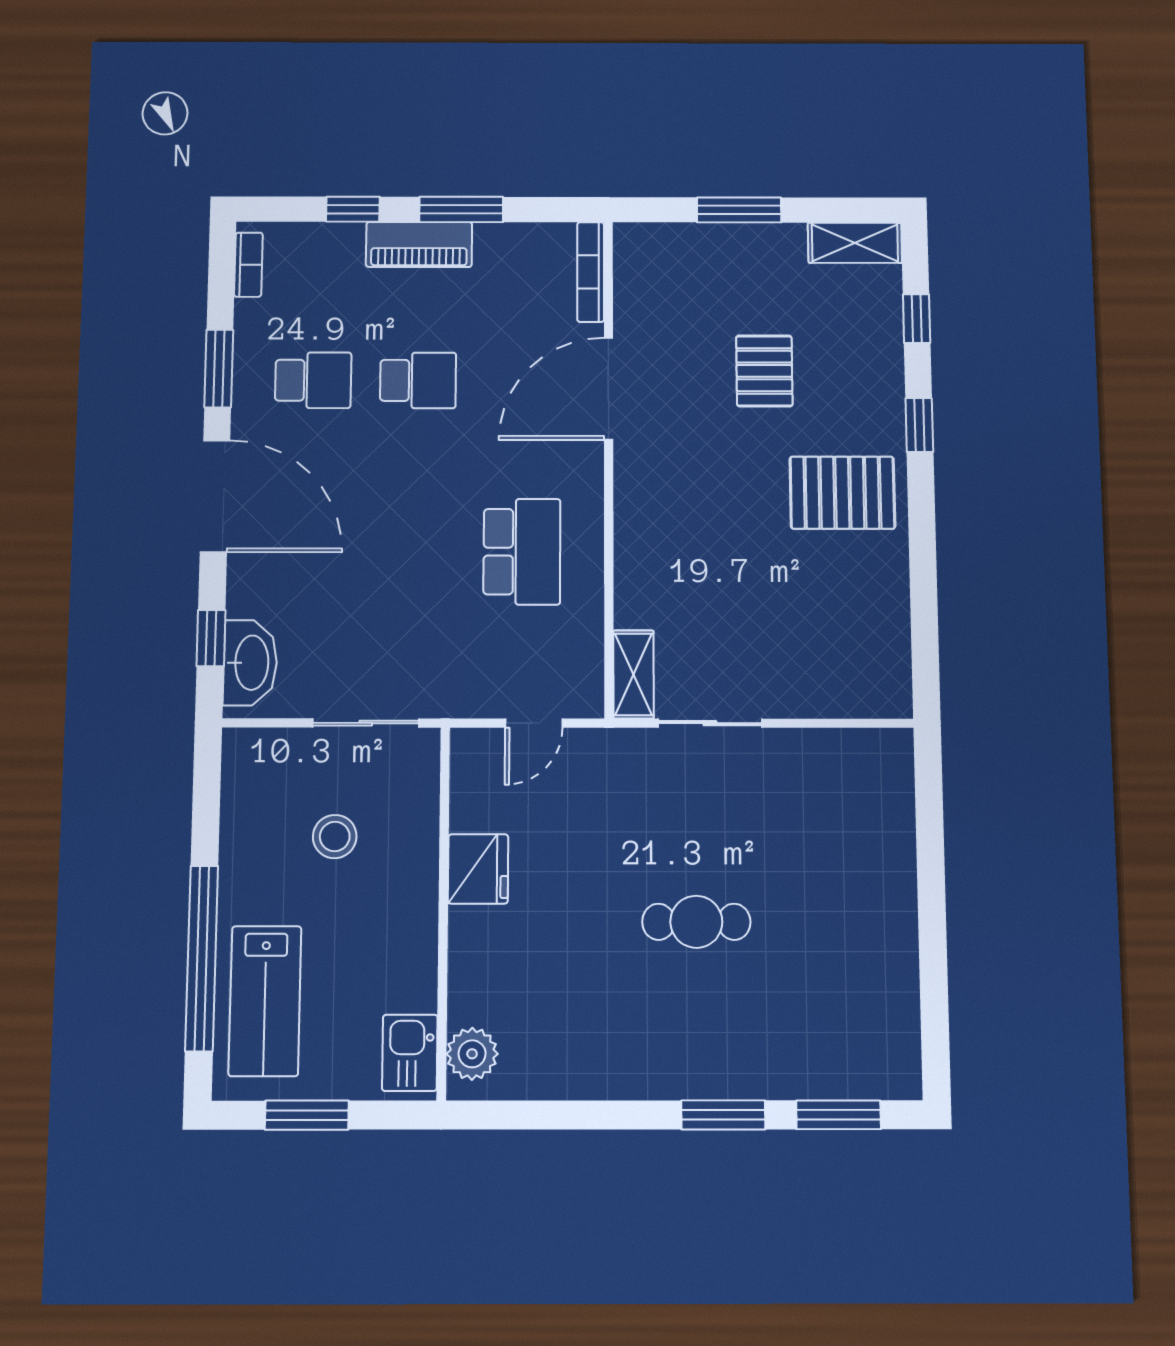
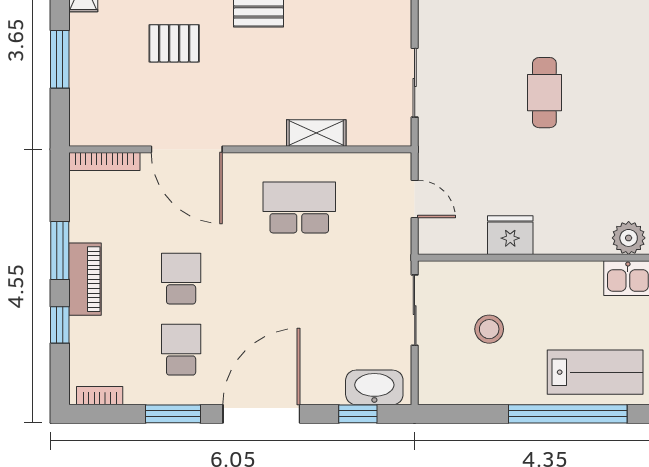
shelving: (633, 674) -> (316, 133), moved

